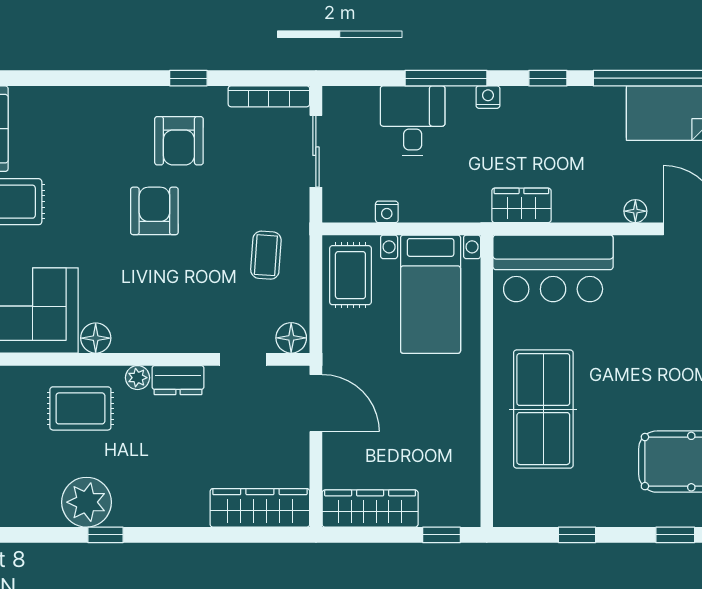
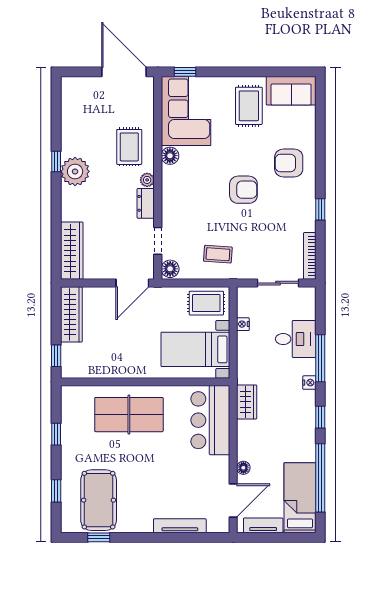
armchair: (179, 141) -> (289, 163), moved
plant: (87, 502) -> (75, 171), moved

